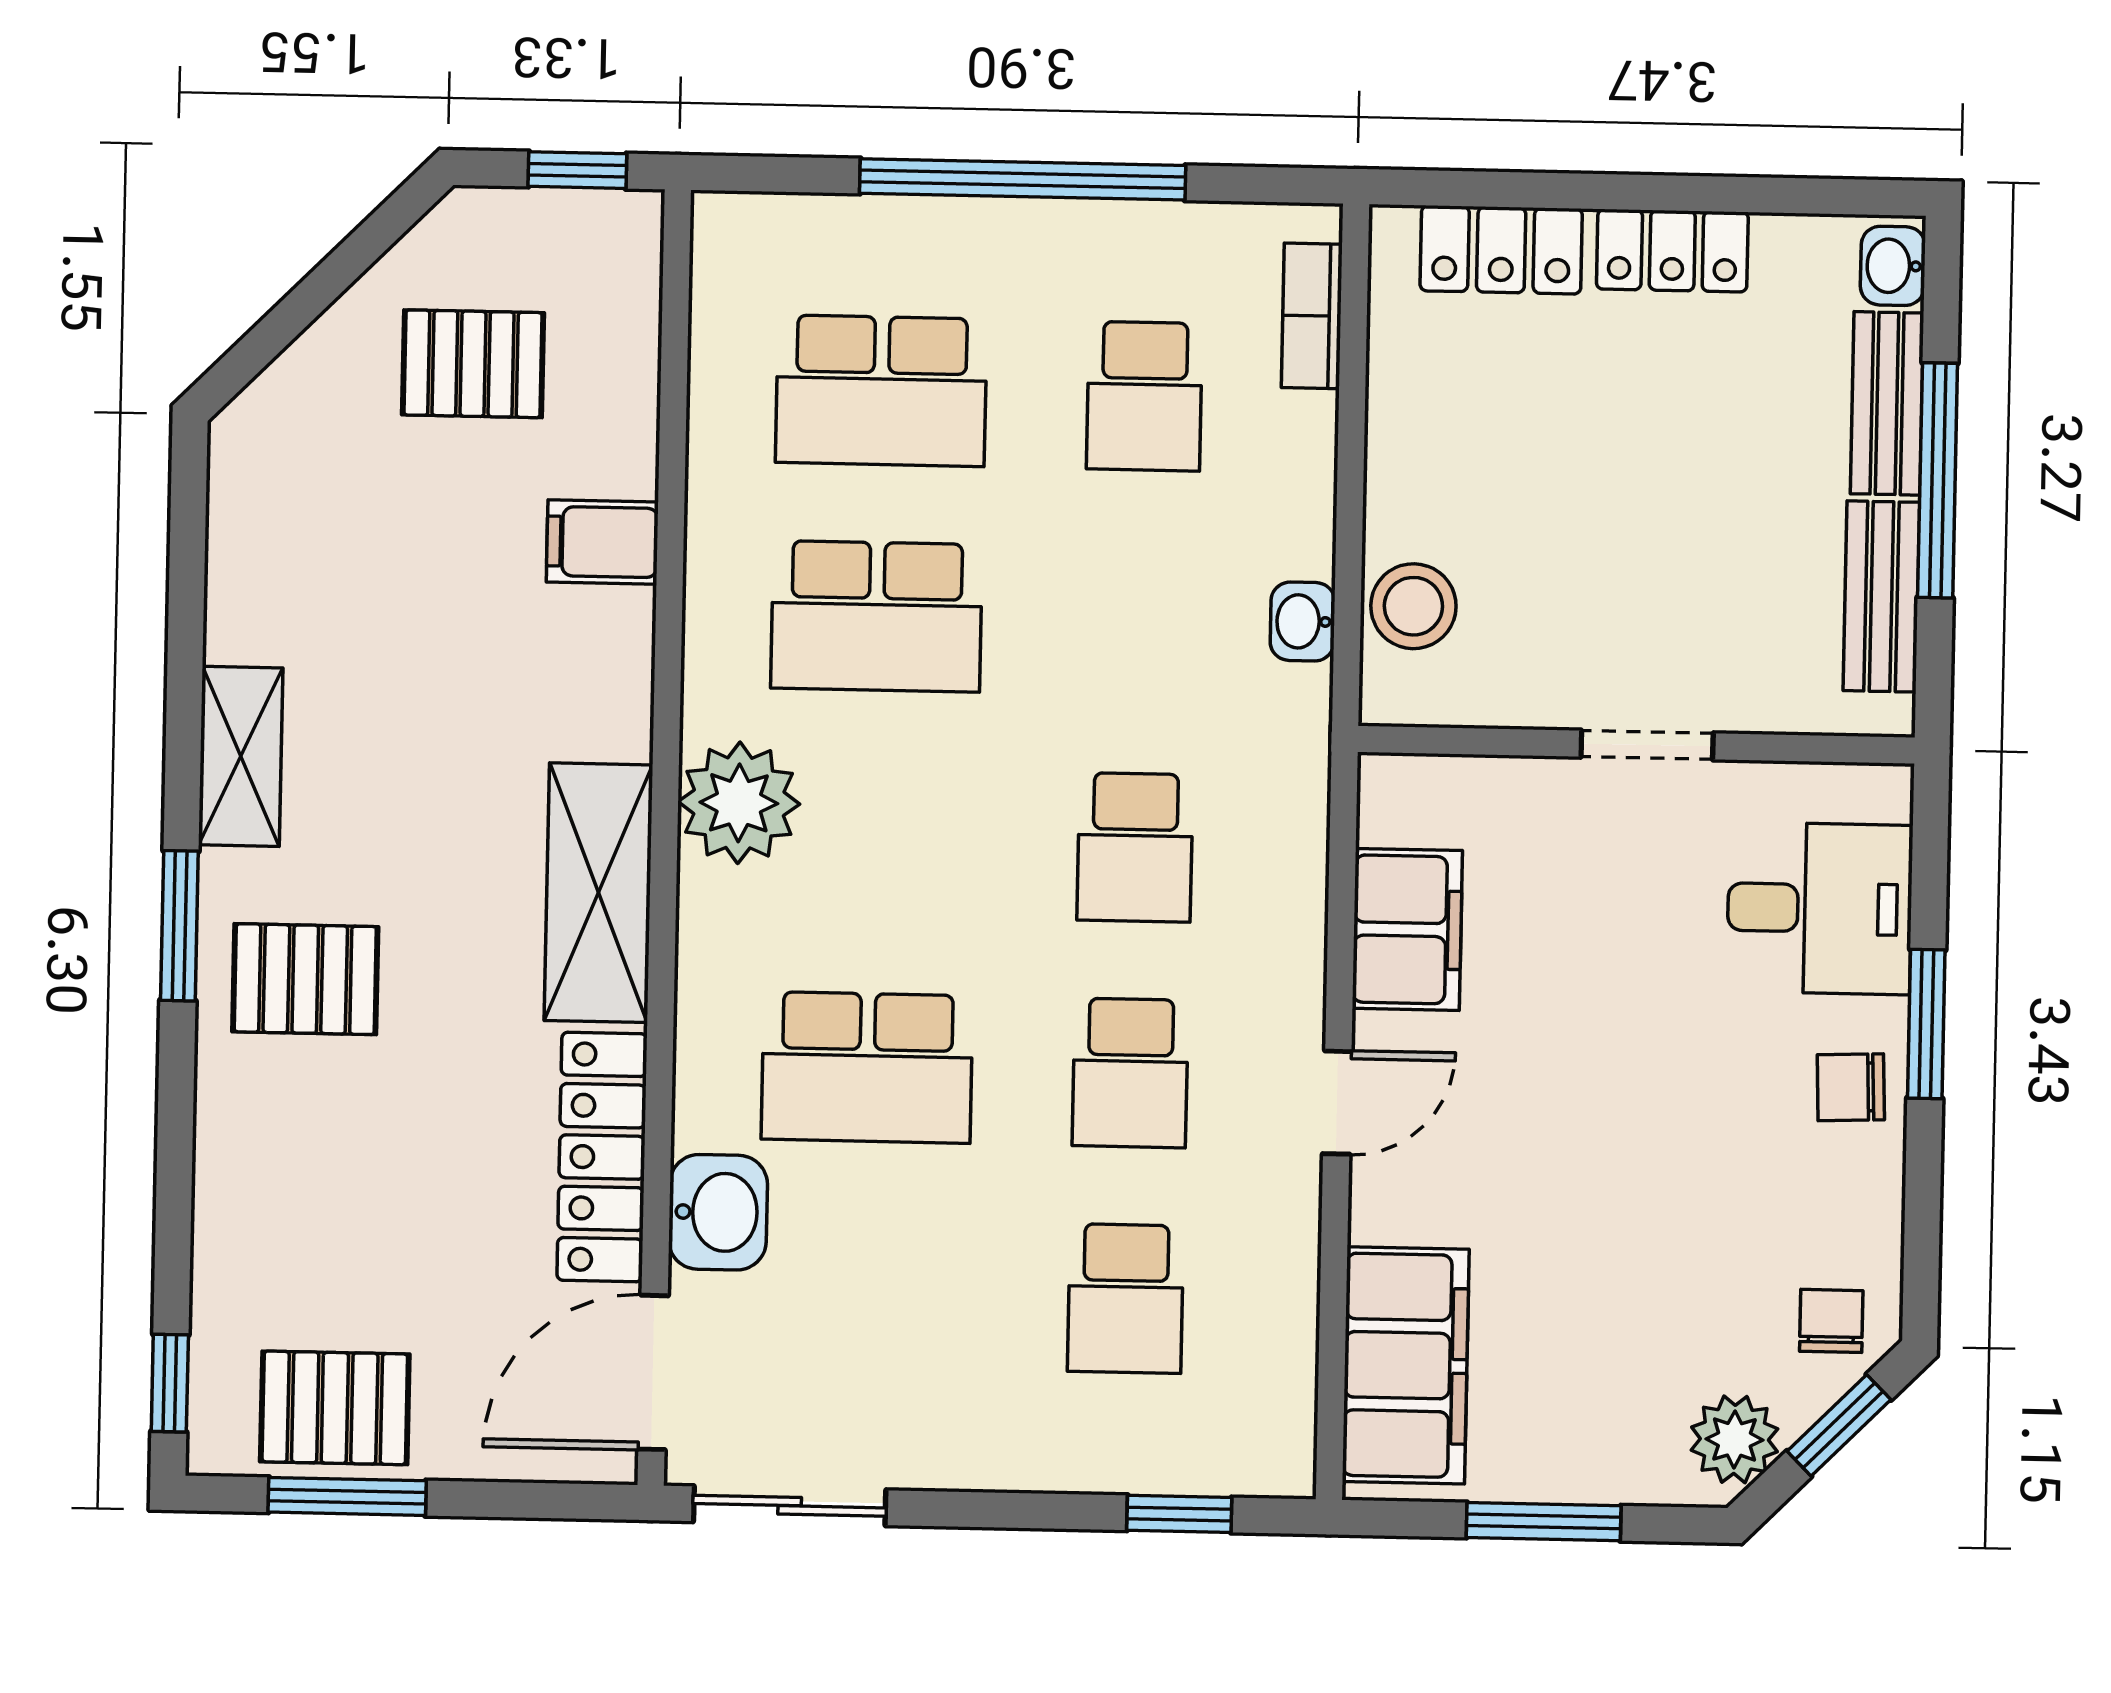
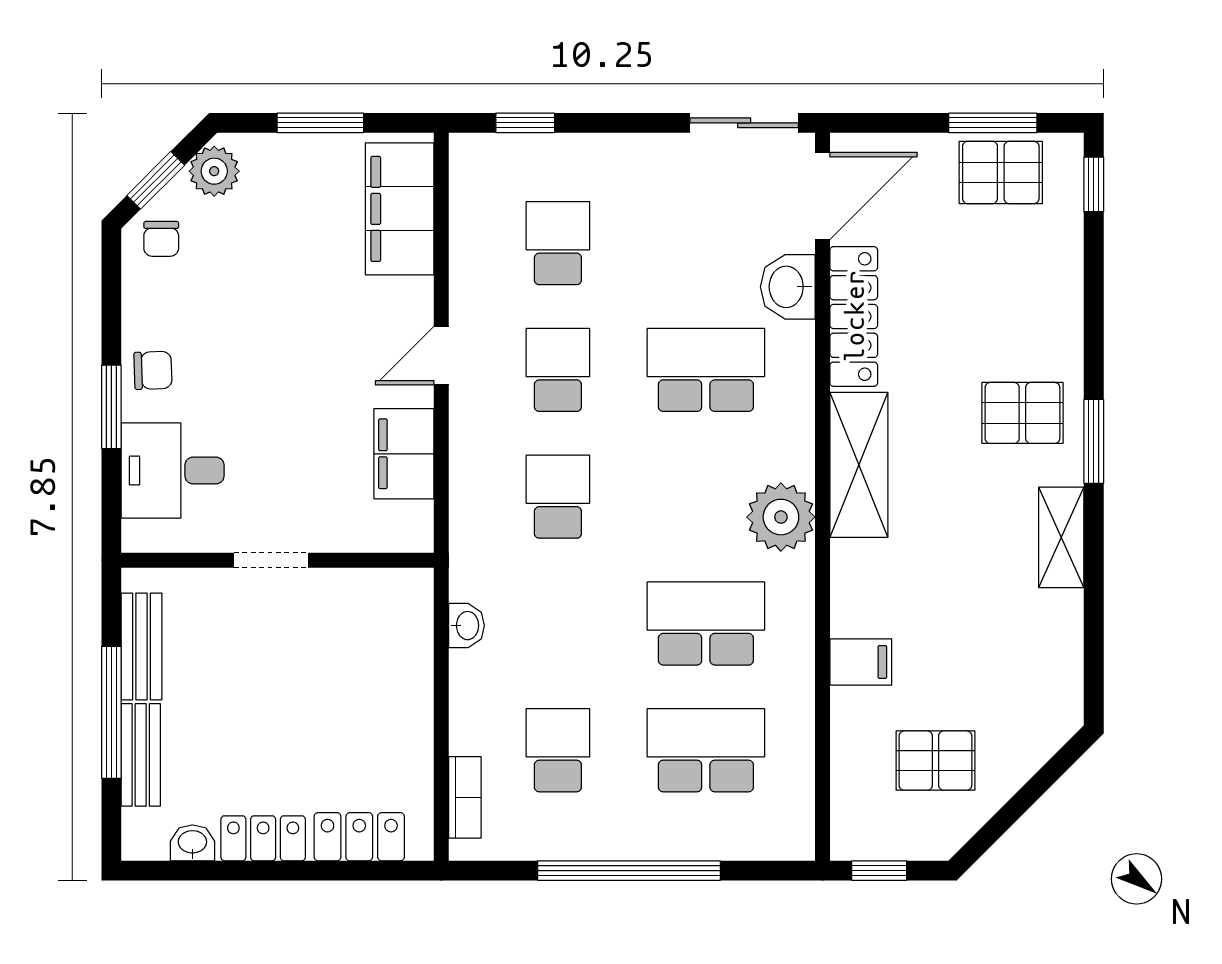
washbasin: (1893, 266) -> (192, 843), moved, turned -90
stool: (1413, 606) -> (404, 635), removed

